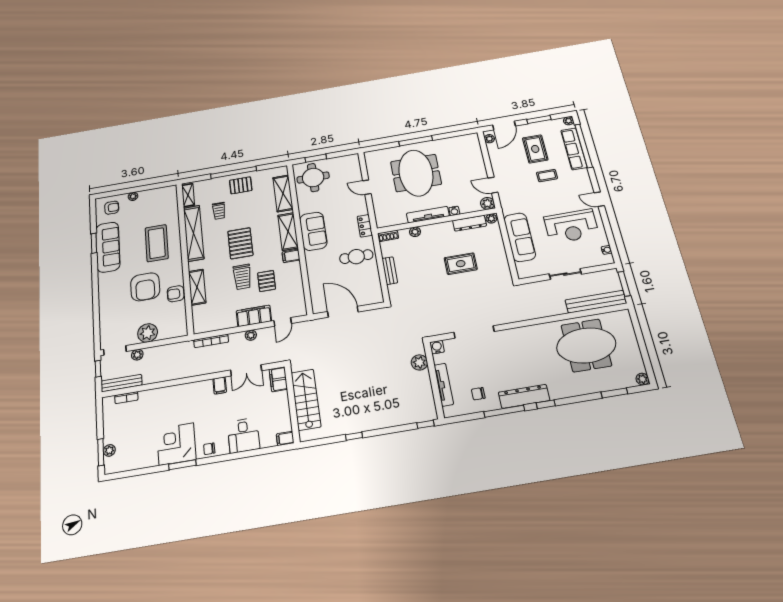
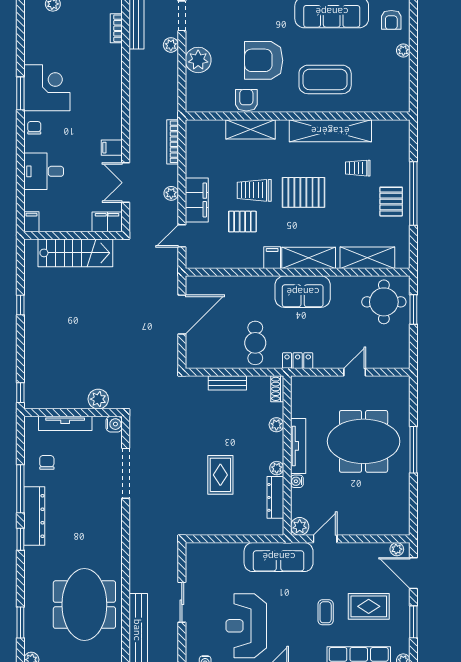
shelving: (188, 195) -> (390, 127), removed
plant: (491, 219) -> (277, 468), moved
sofa: (520, 237) -> (279, 557), moved
door: (283, 322) -> (182, 236), hinge flipped

